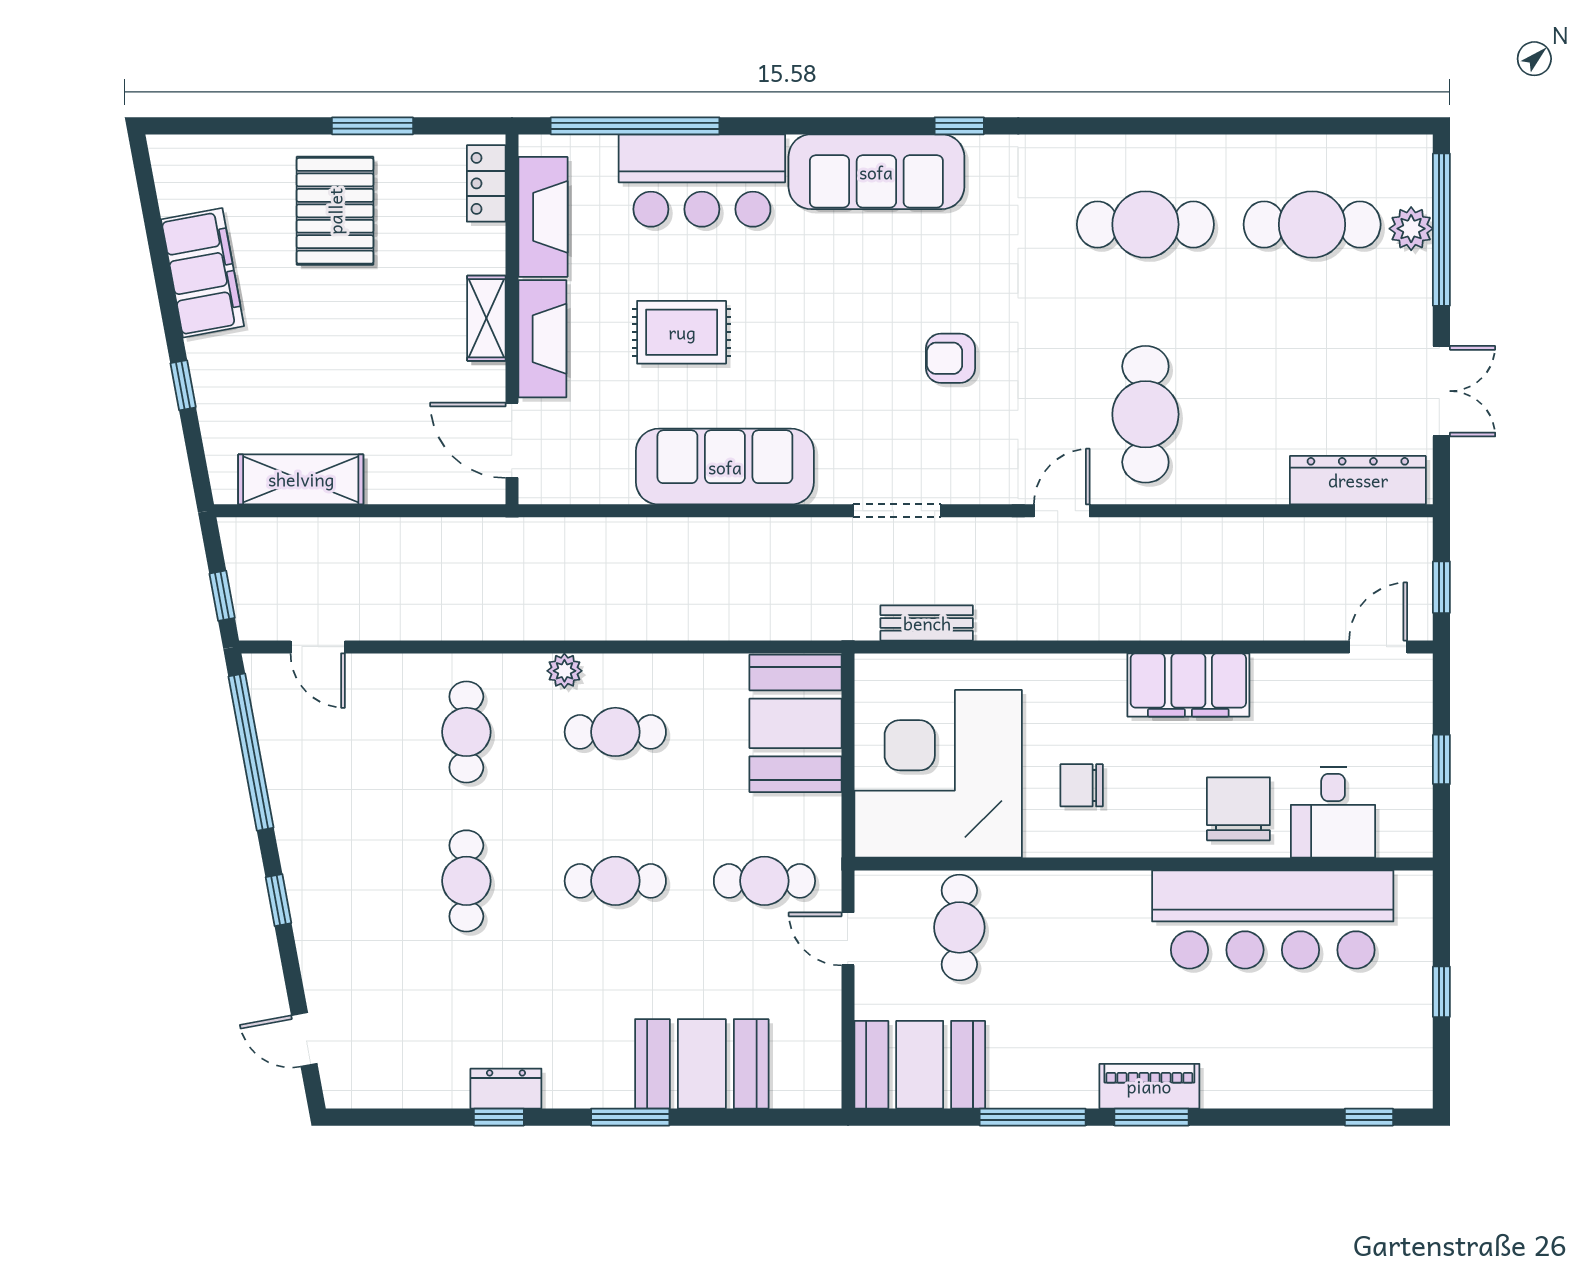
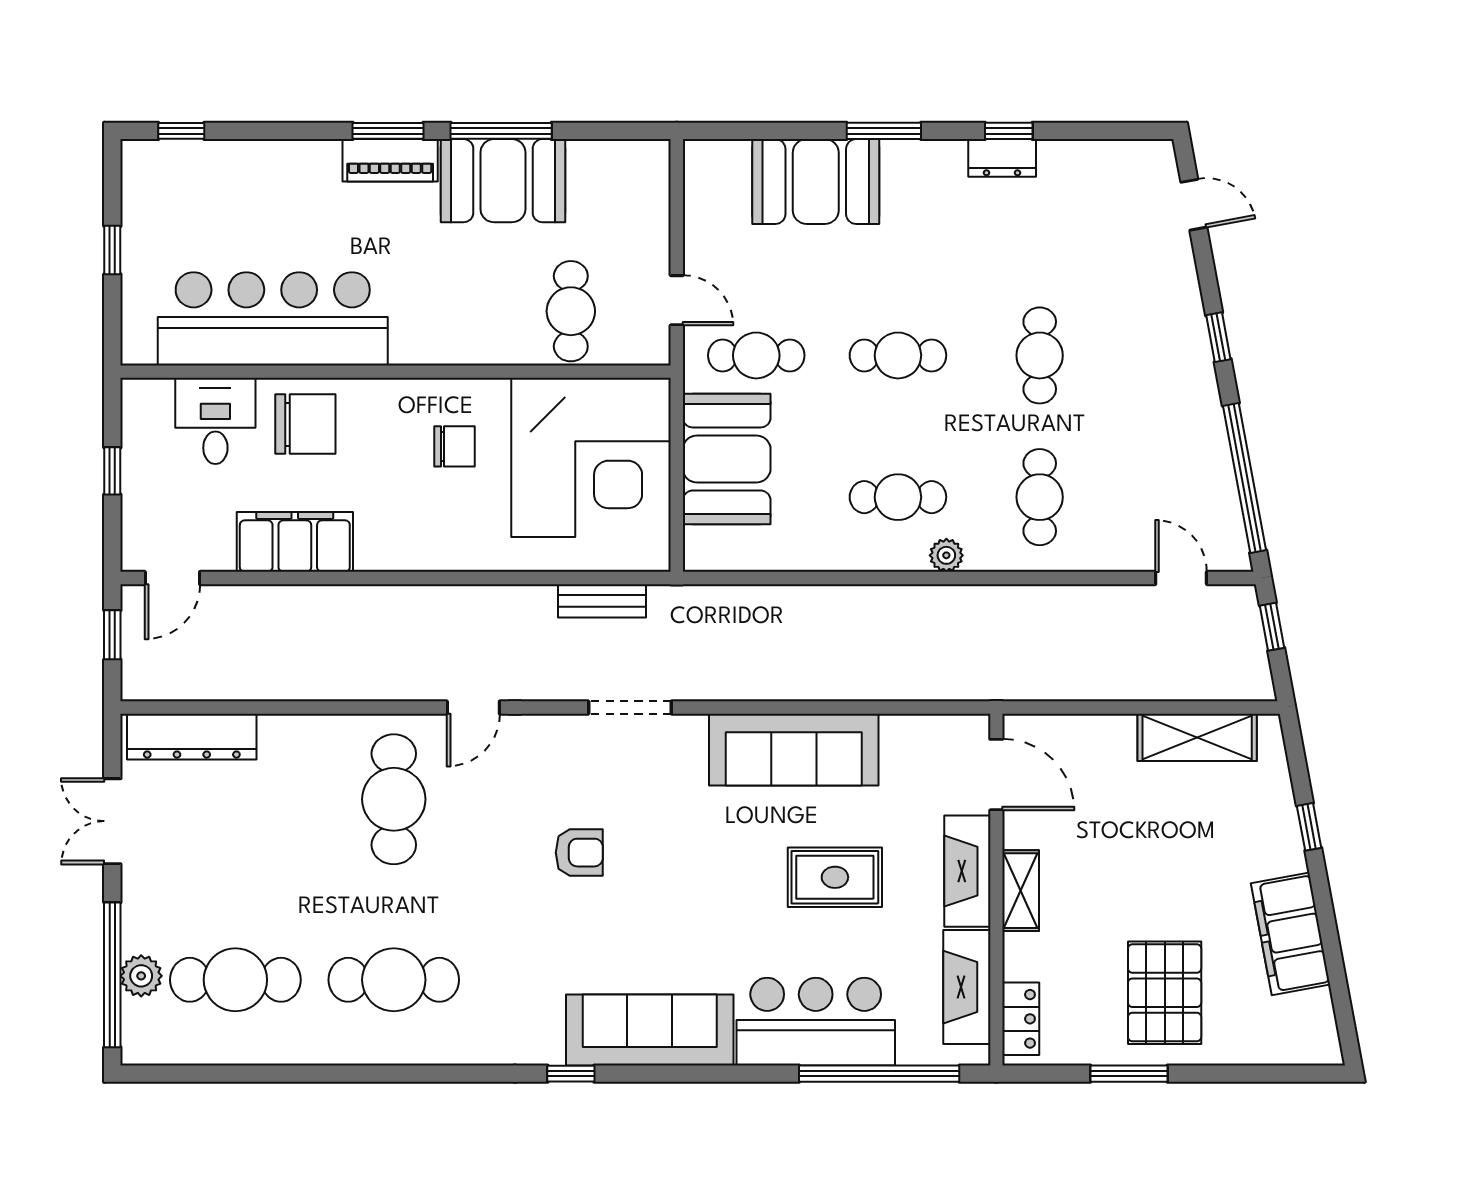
filing cabinet: (1188, 685) -> (295, 542), moved
booth: (795, 723) -> (727, 459), moved
chair: (1238, 809) -> (305, 424), turned -90
booth: (920, 1065) -> (503, 181), moved

